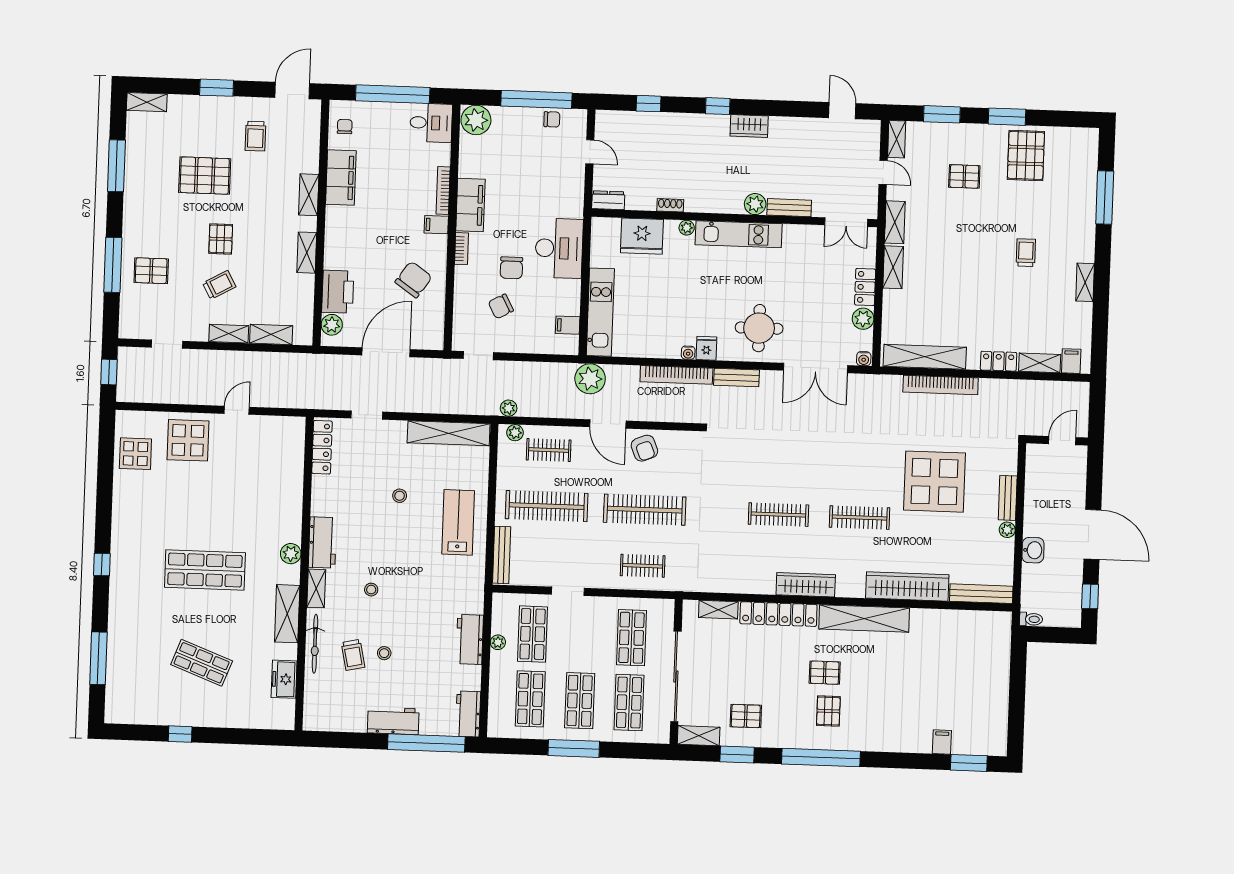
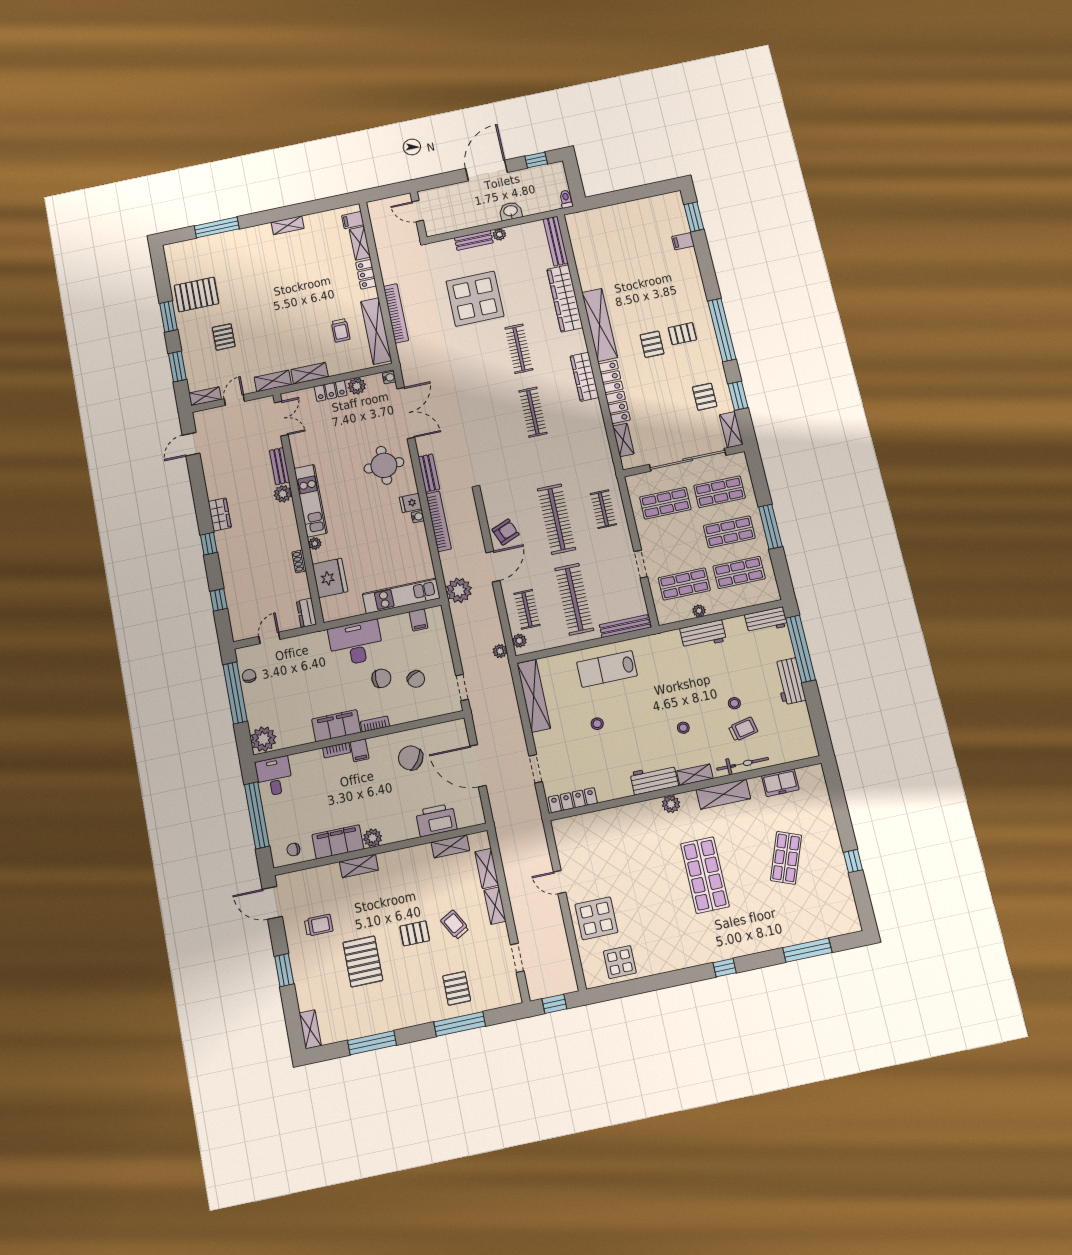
bookcase: (443, 190) -> (337, 750), width x0.64
shelving: (307, 253) -> (450, 846), moved
trolley: (1026, 253) -> (341, 330), moved, turned -90
plant: (332, 325) -> (373, 838), moved

